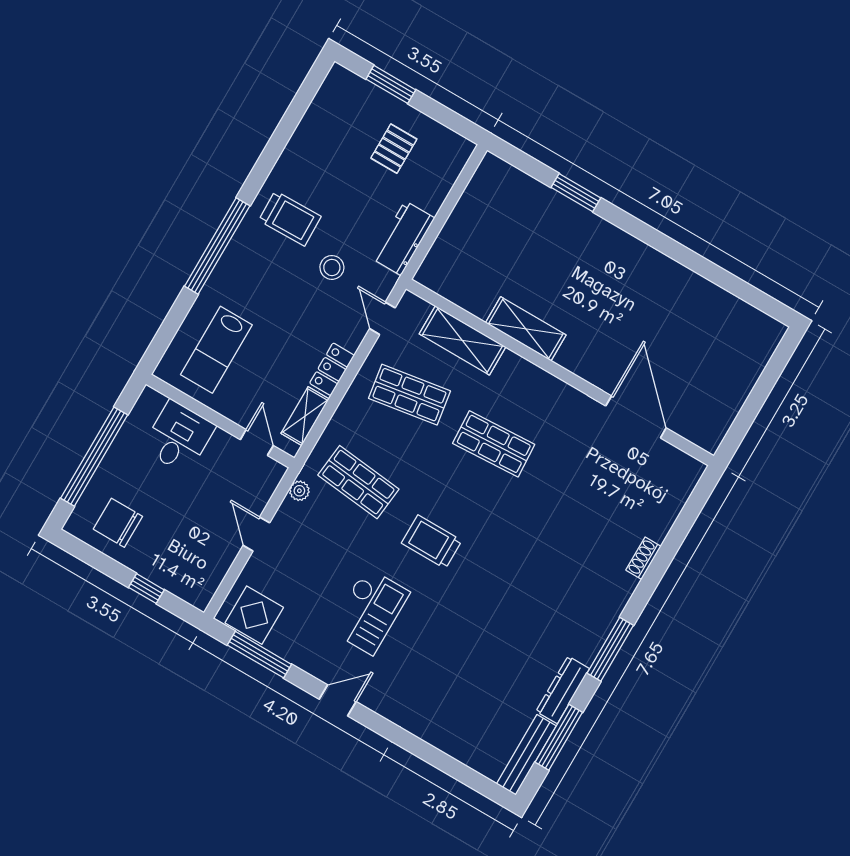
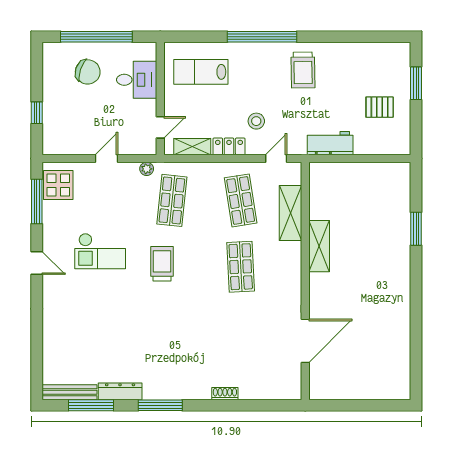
stool: (332, 267) -> (256, 121), moved
chair: (118, 523) -> (88, 72), moved, turned 109

